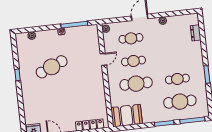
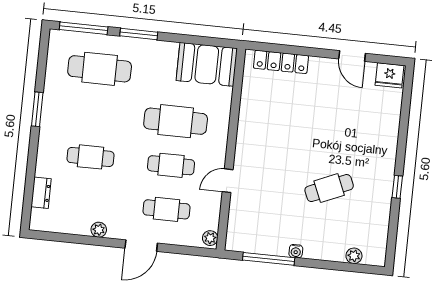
cafe table: (52, 67) -> (329, 188), width x0.73, depth x0.74
cafe table: (177, 79) -> (90, 157), moved

